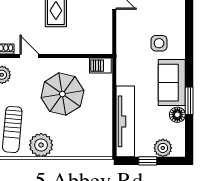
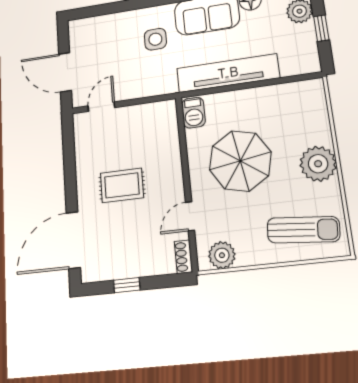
tv unit: (125, 121) -> (228, 73), moved
plant: (41, 145) -> (318, 164), moved

